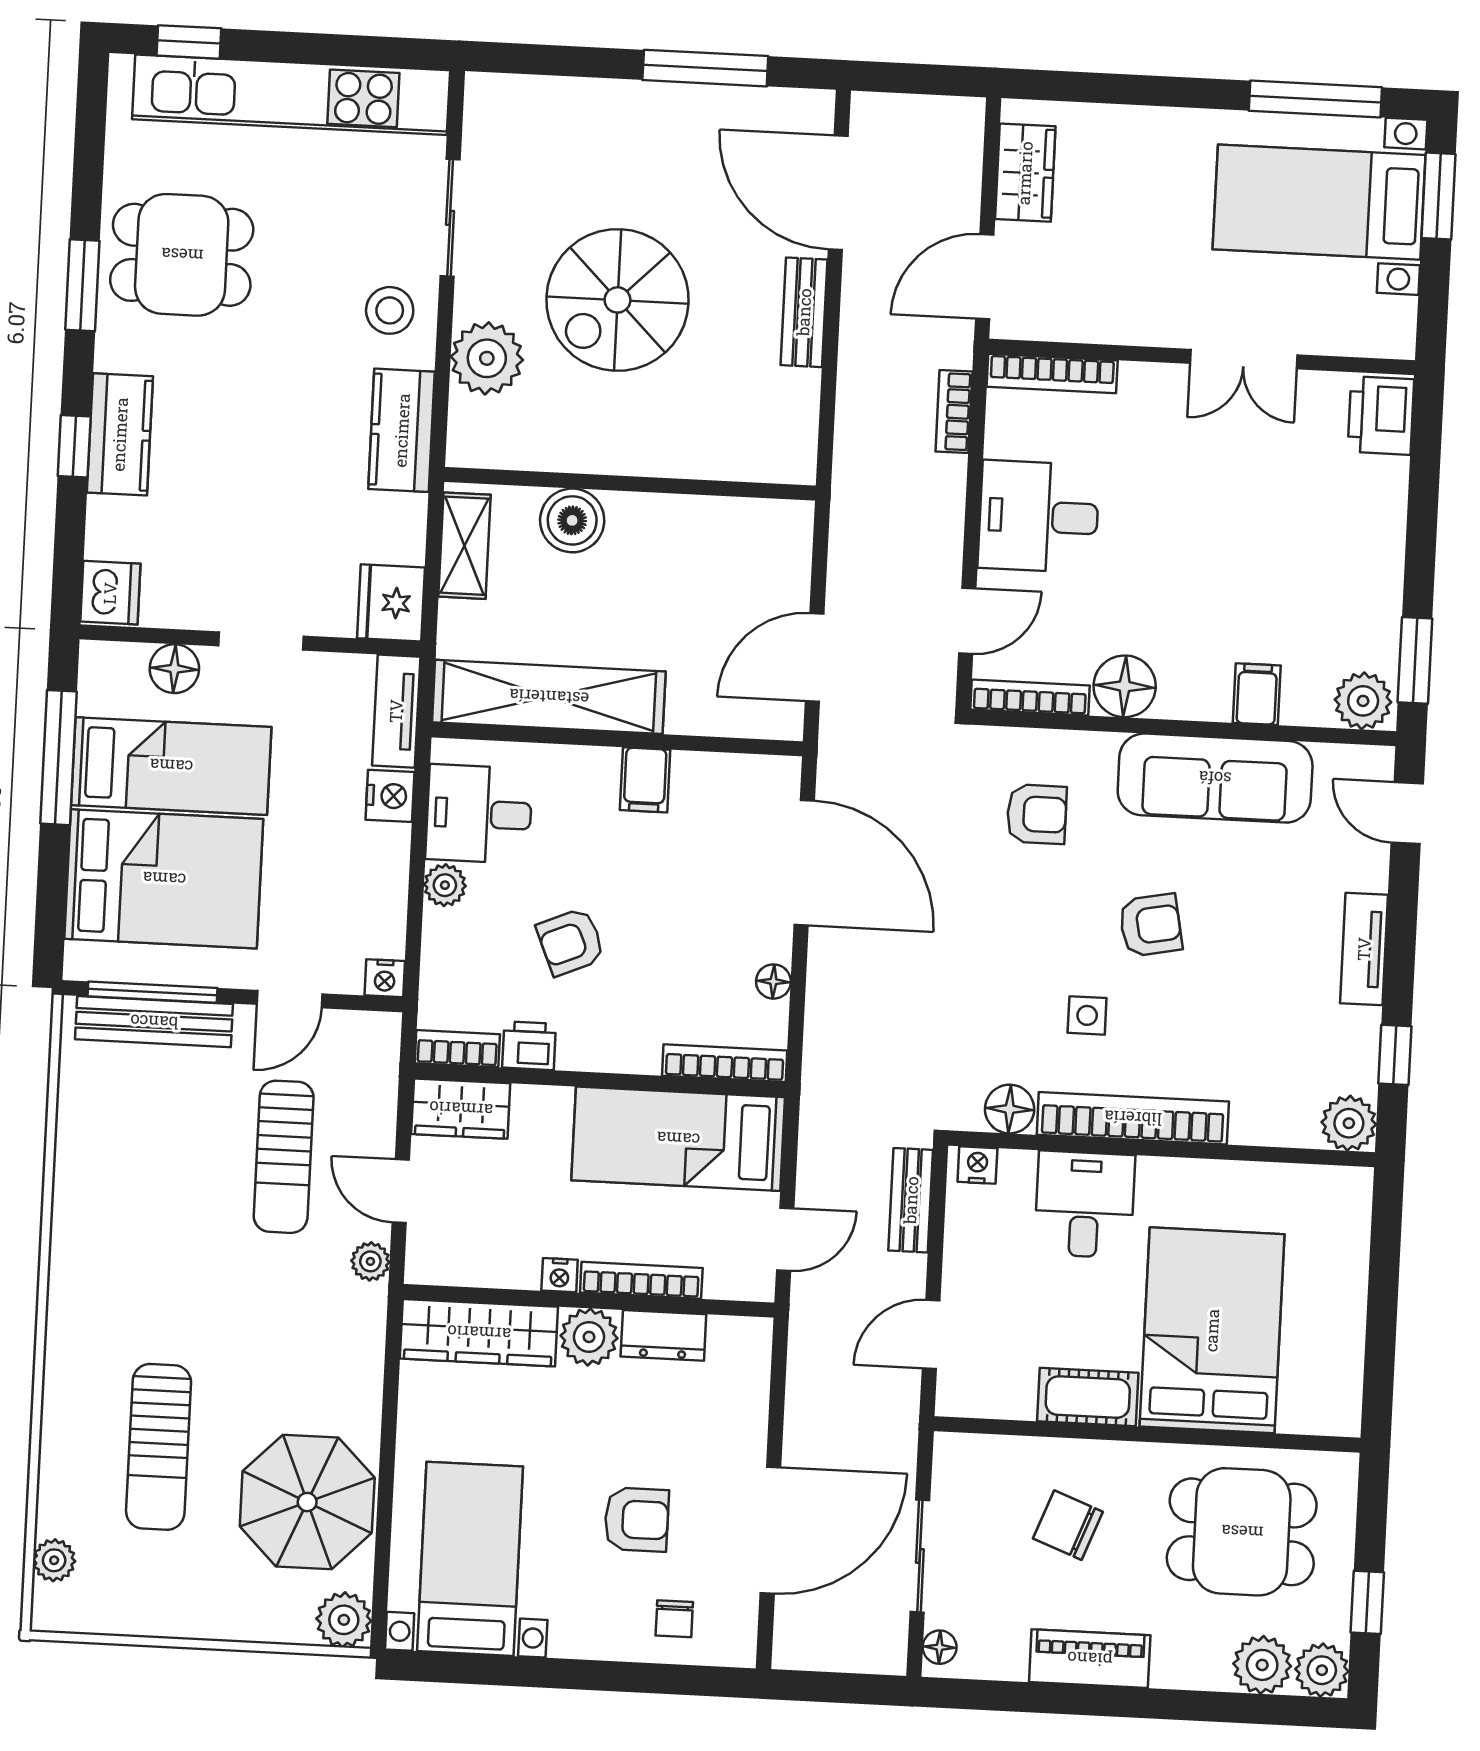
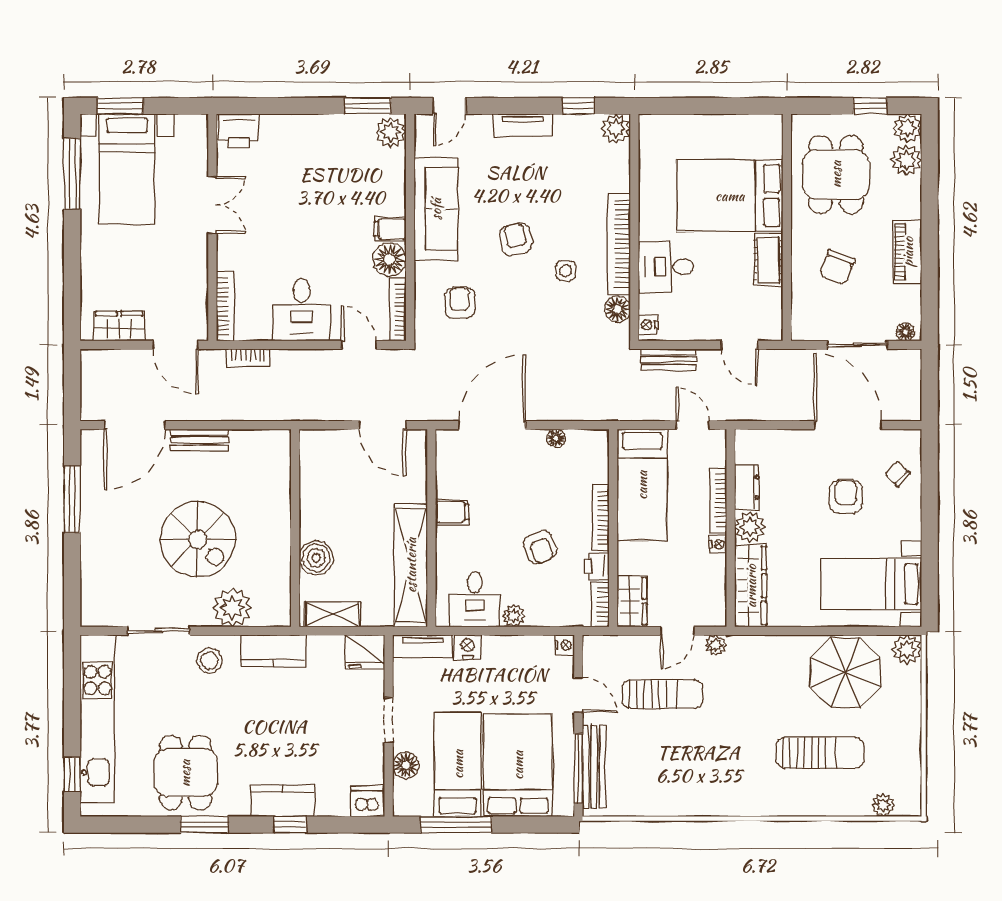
filing cabinet: (1257, 694) -> (390, 229), moved
bookcase: (725, 1063) -> (601, 518), moved
chair: (674, 1619) -> (897, 474), turned -137

